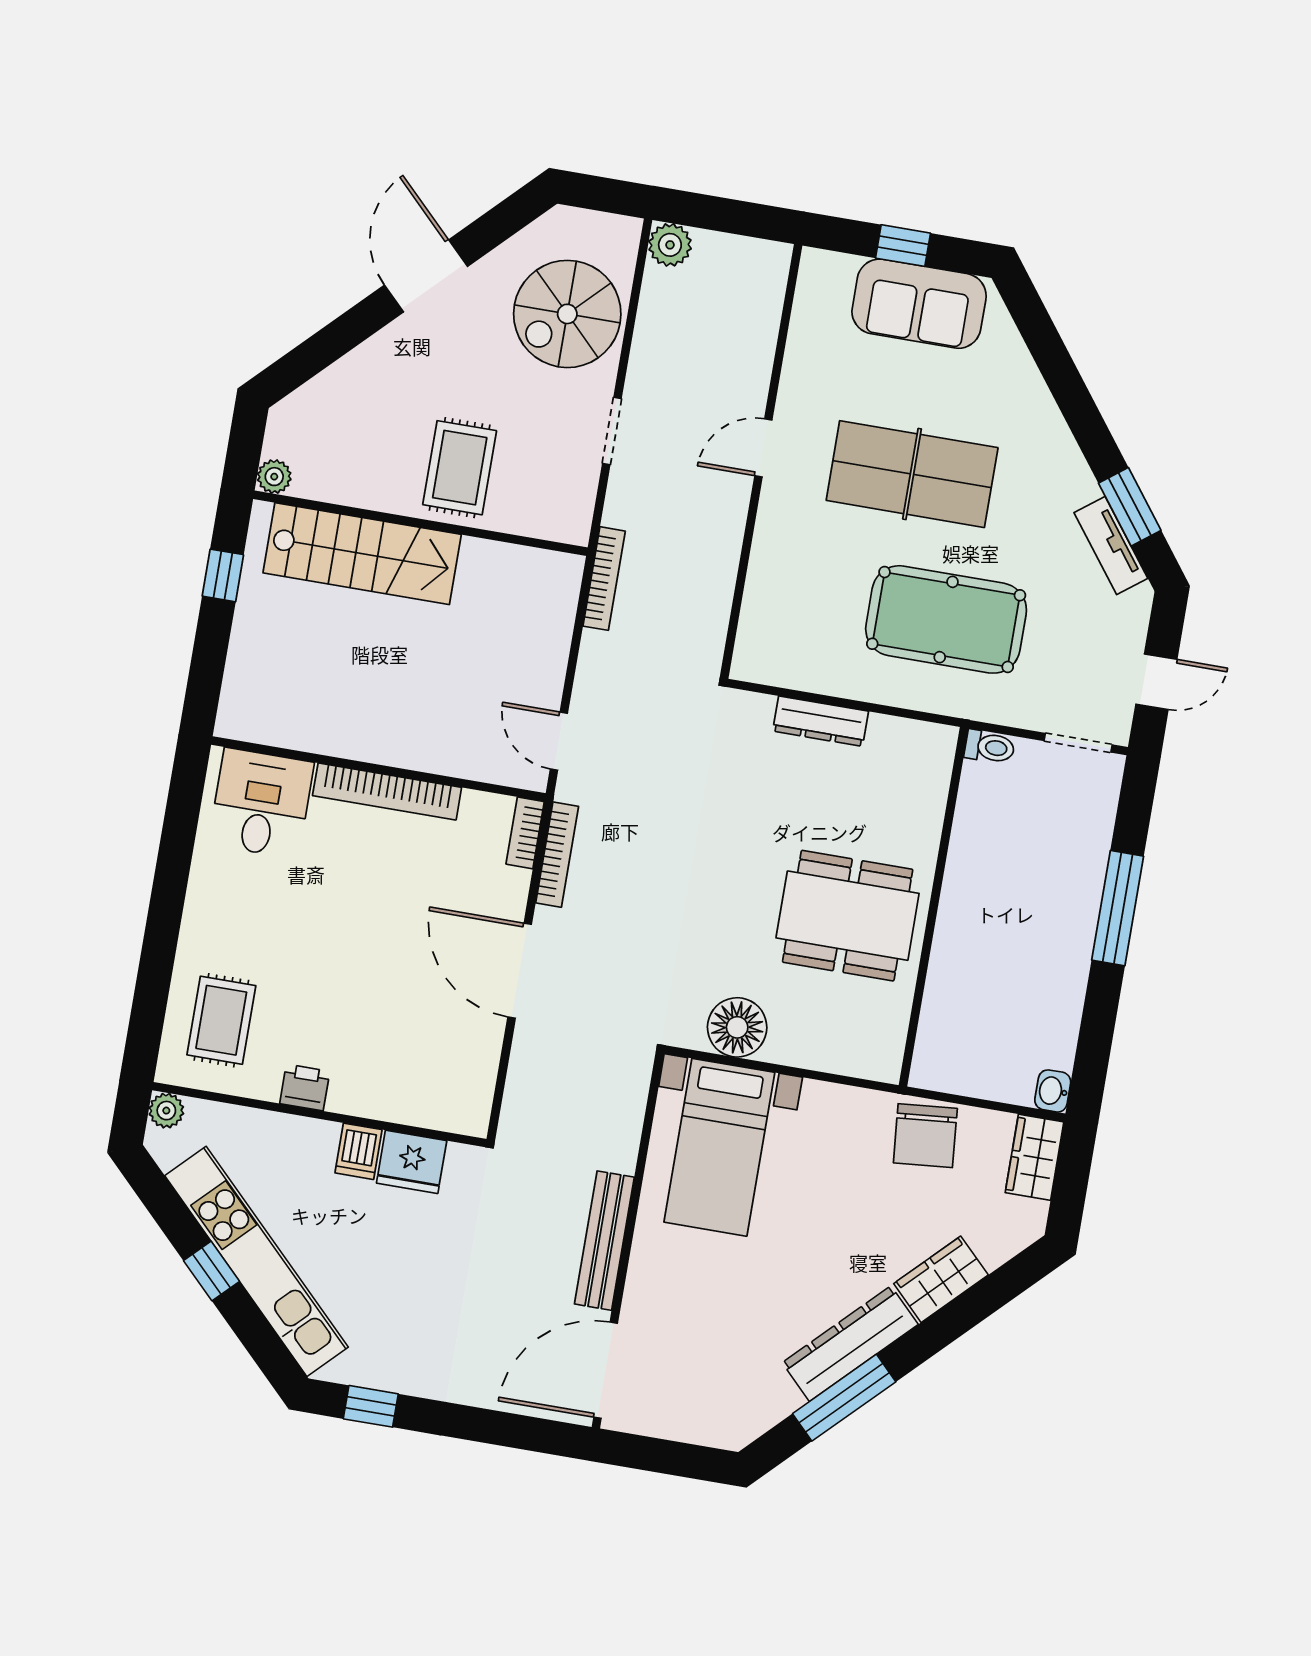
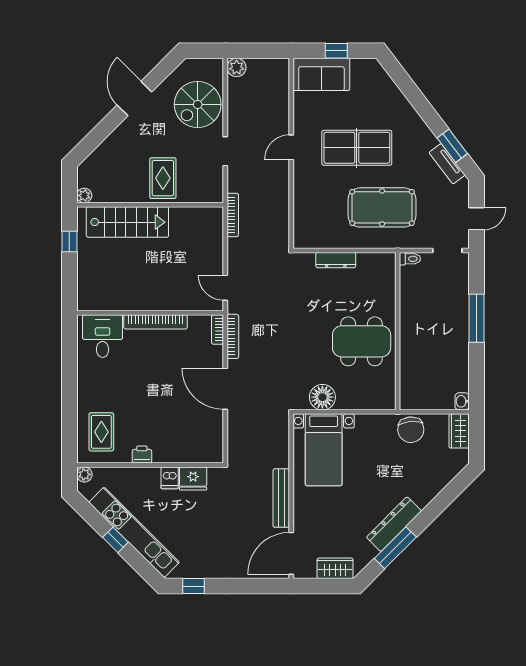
sofa: (919, 304) -> (321, 74), moved
wardrobe: (941, 1279) -> (335, 568), moved, turned 45

